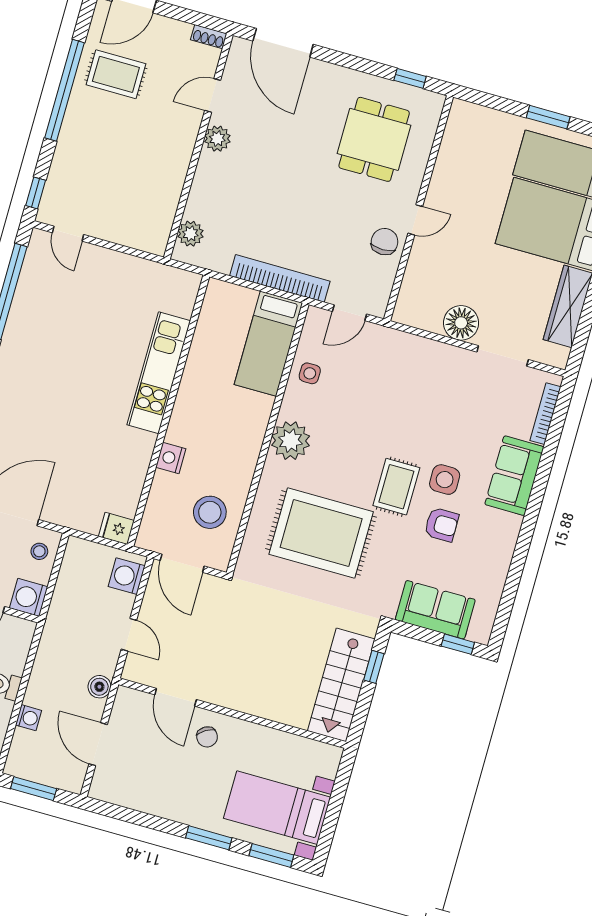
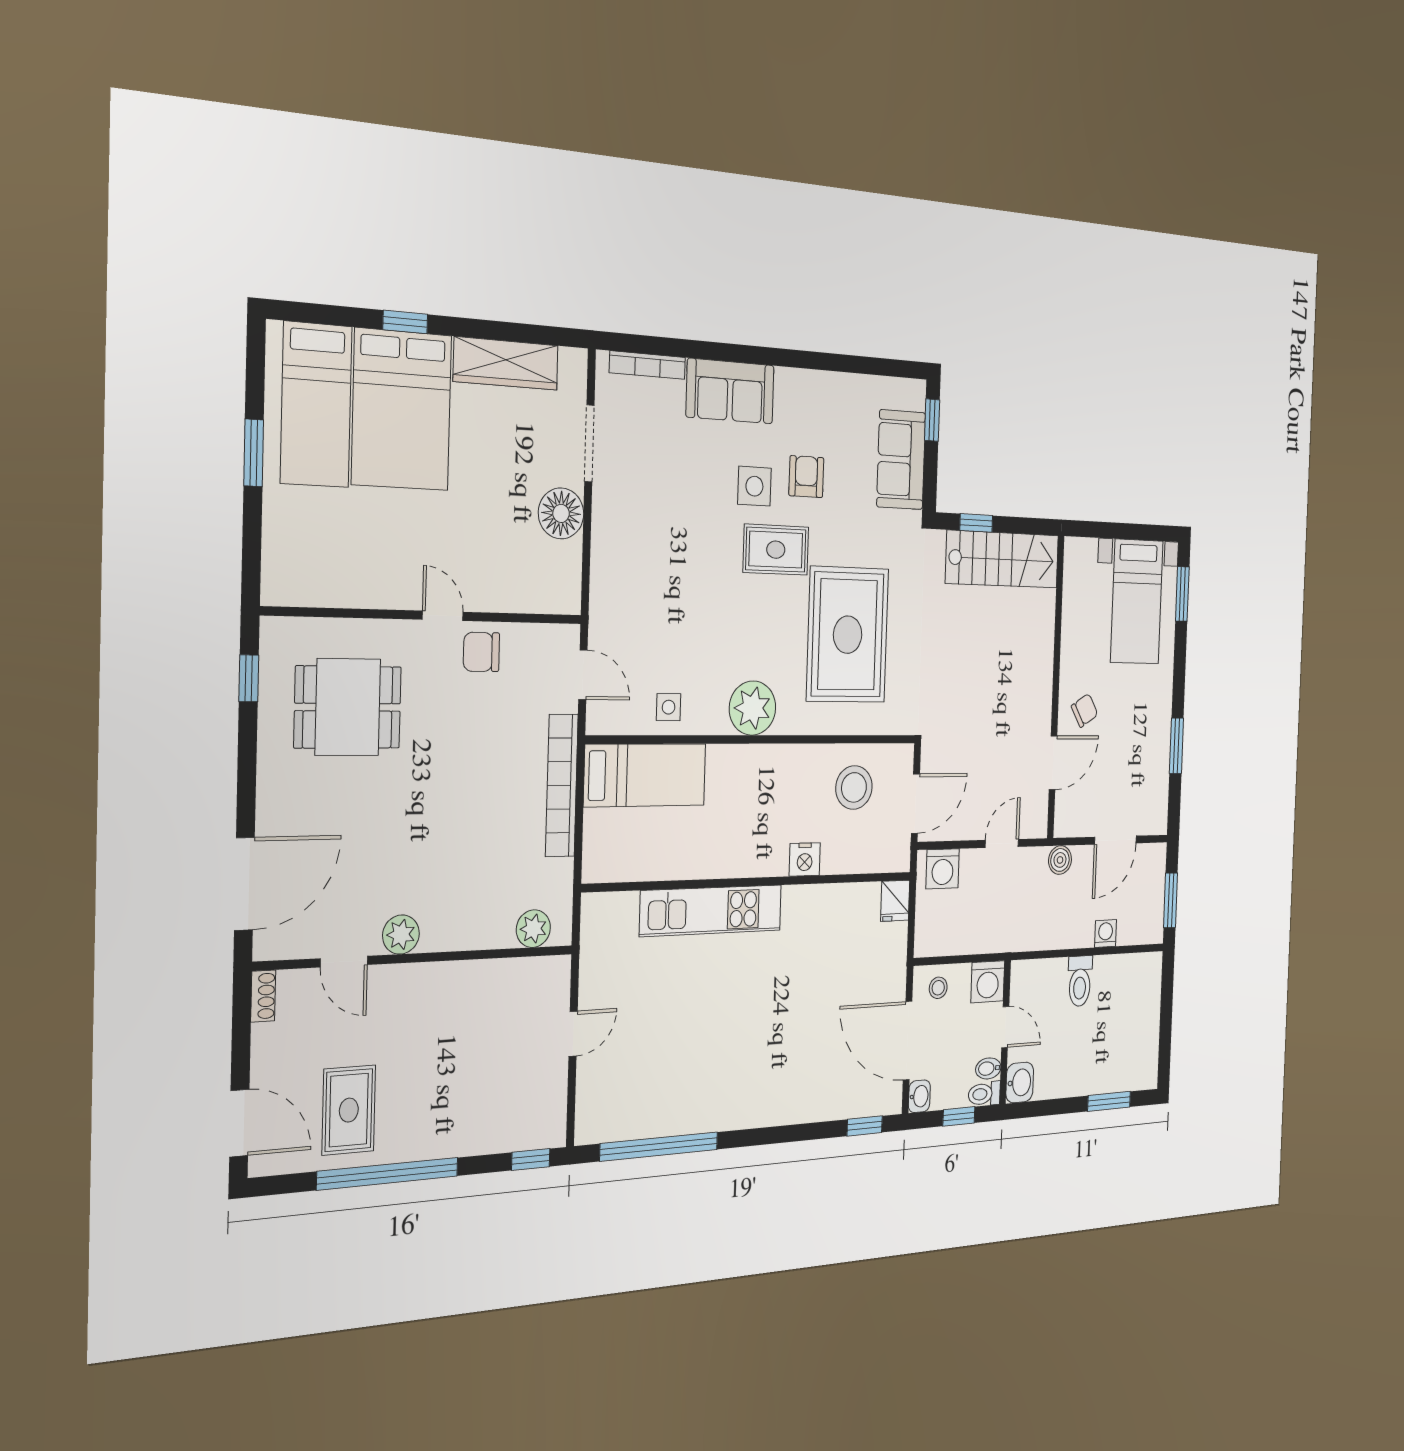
door: (68, 234) -> (573, 1034), moved
window: (209, 838) -> (1176, 746), moved

